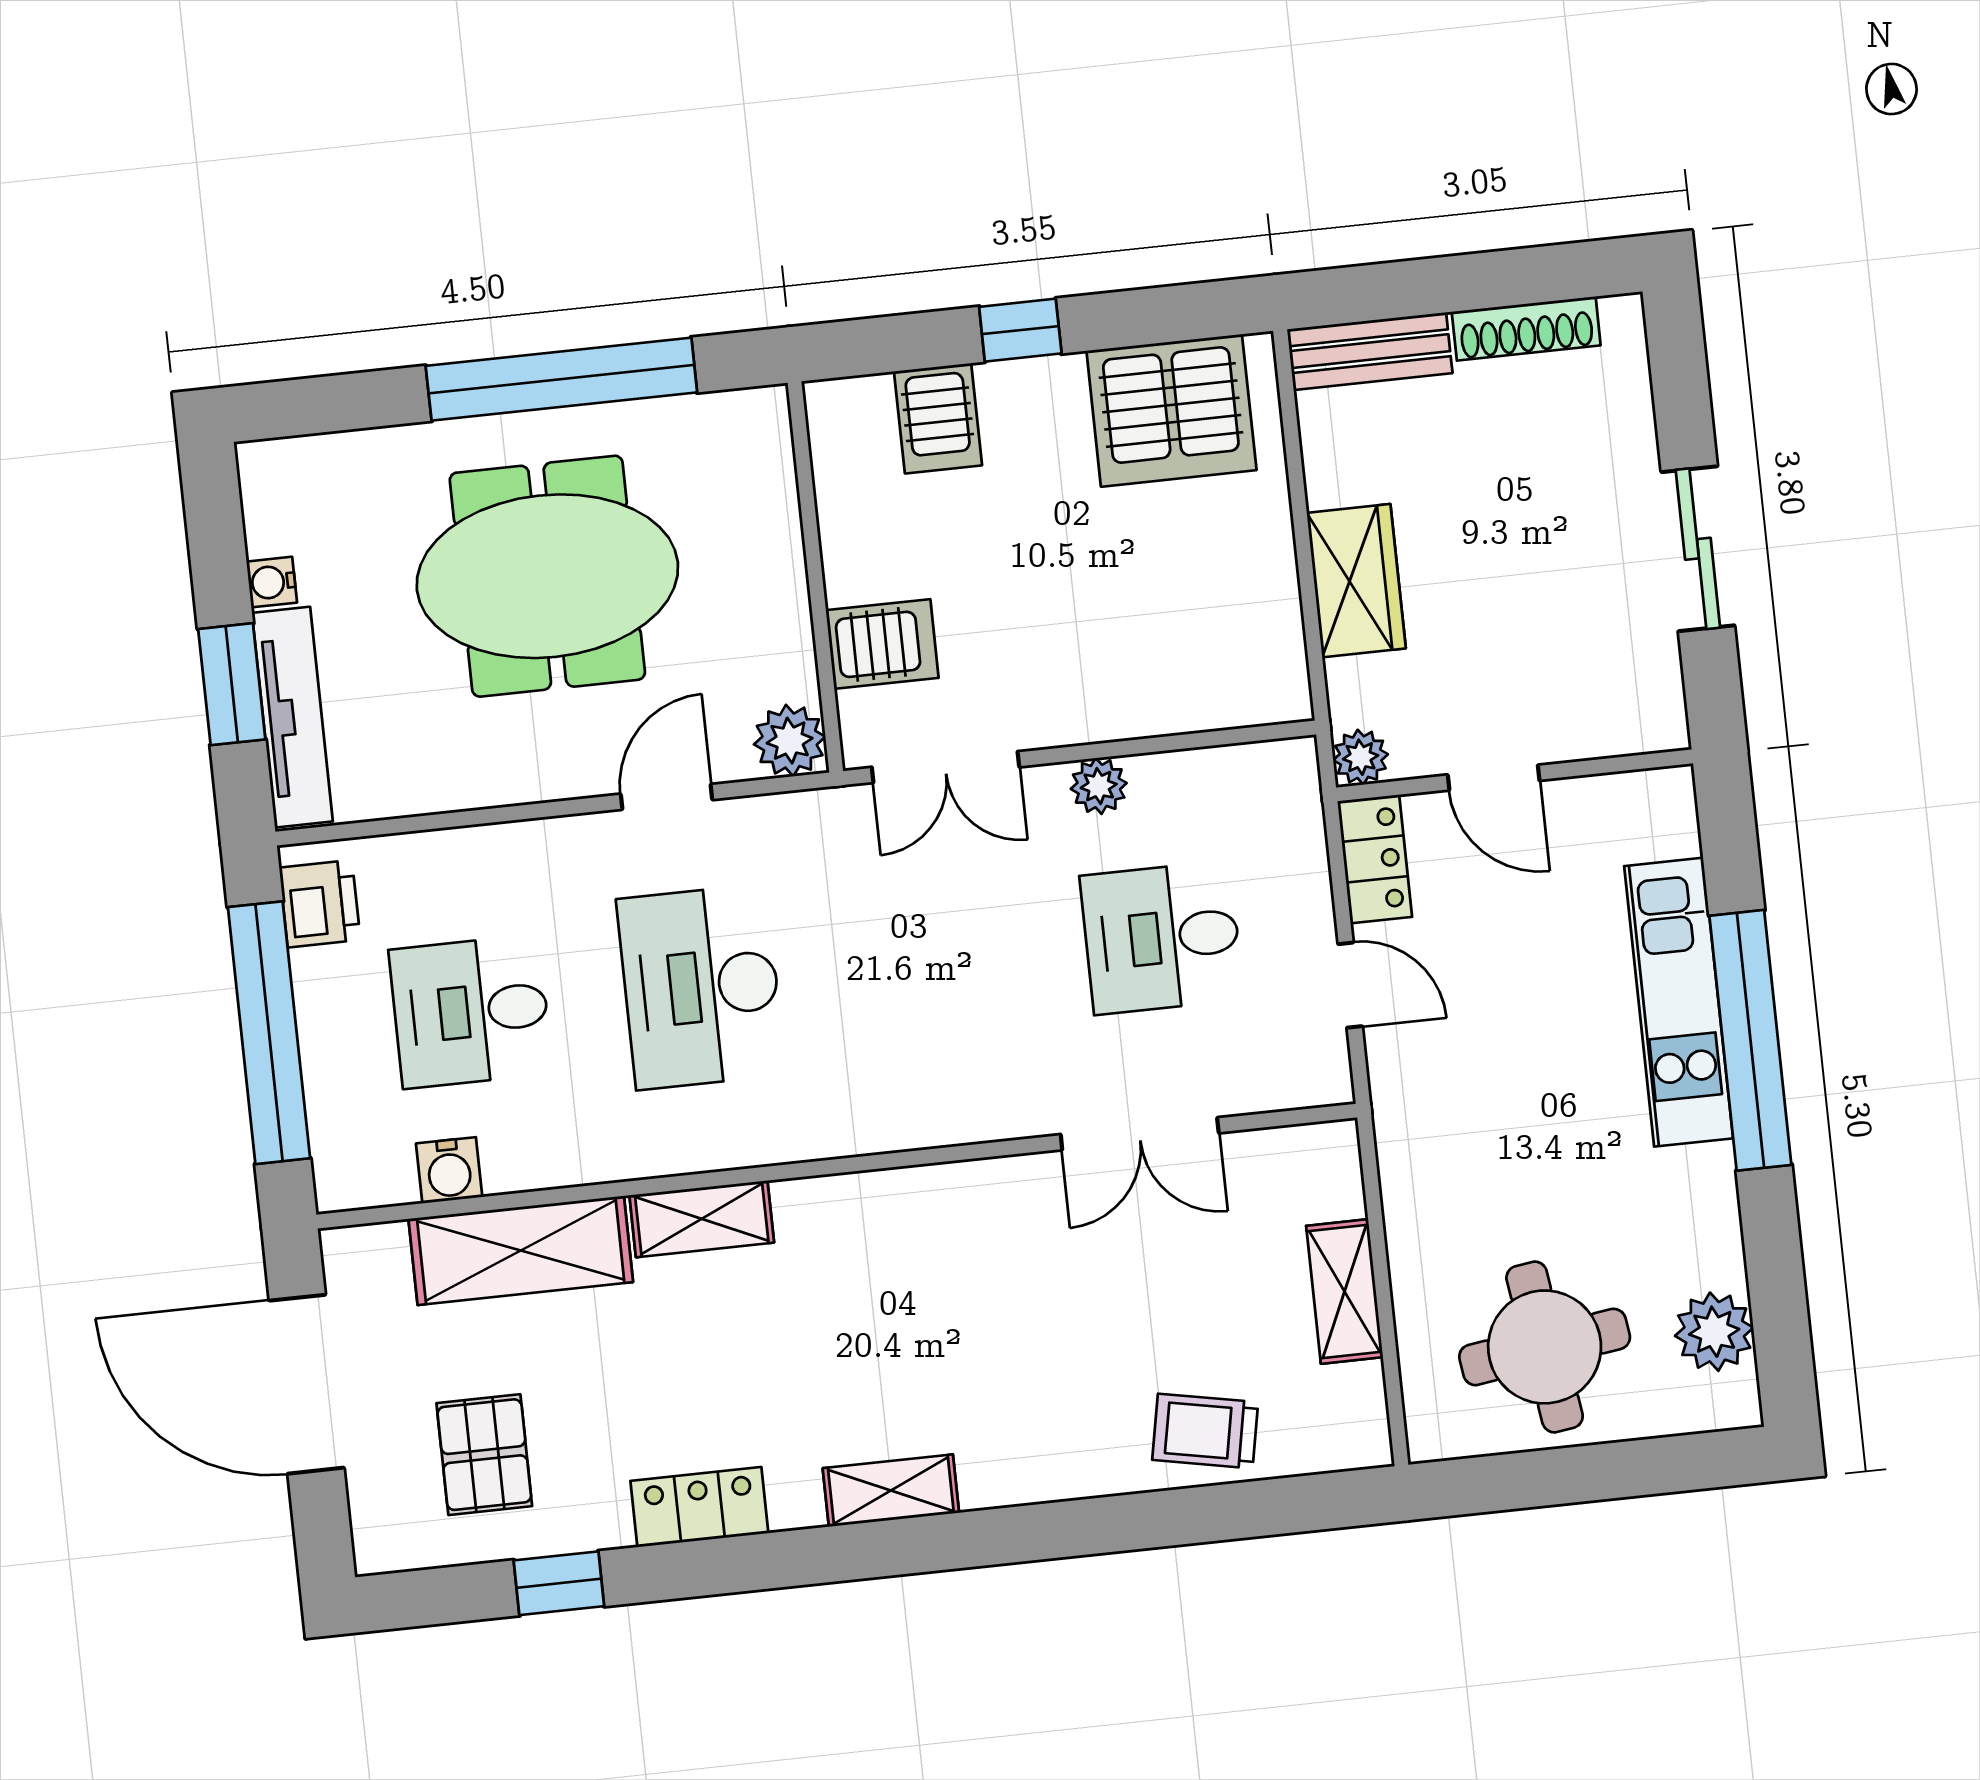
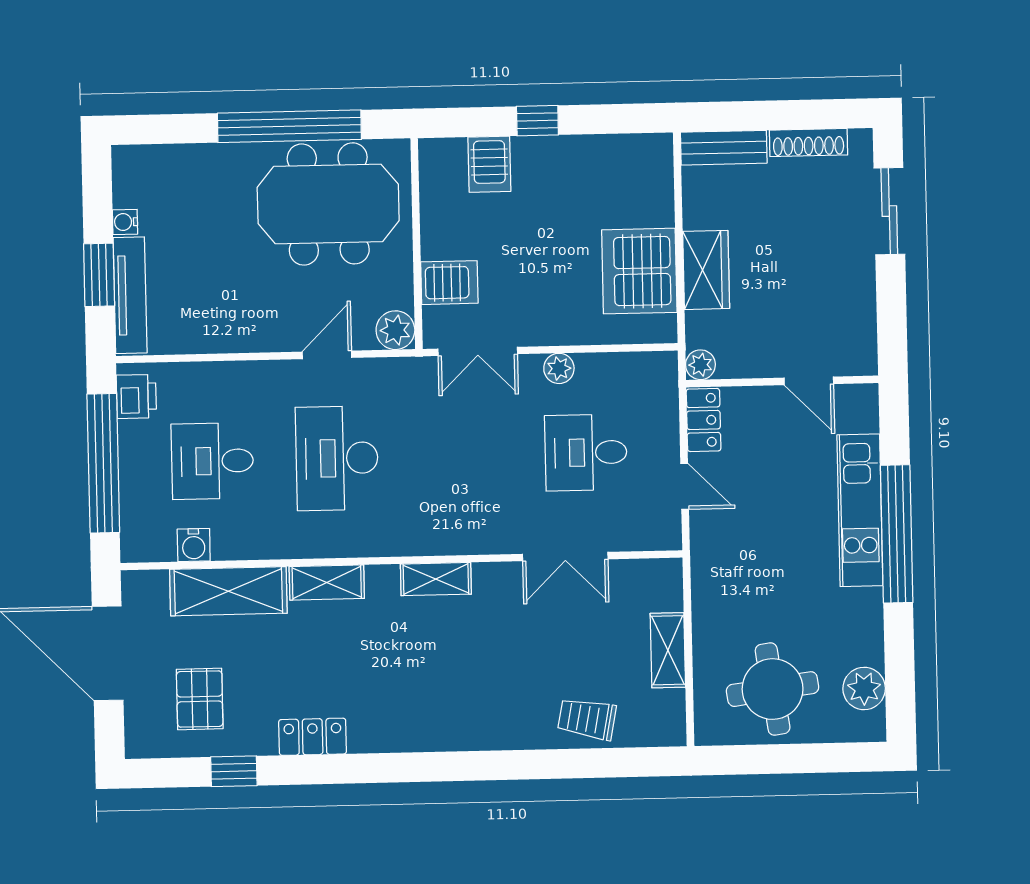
server rack: (1171, 410) -> (639, 271), moved, turned 90
sliding door: (1698, 549) -> (889, 211), moved
meeting table: (547, 576) -> (328, 204), moved
door: (1494, 778) -> (809, 381), moved
shelving: (891, 1490) -> (436, 579), moved

